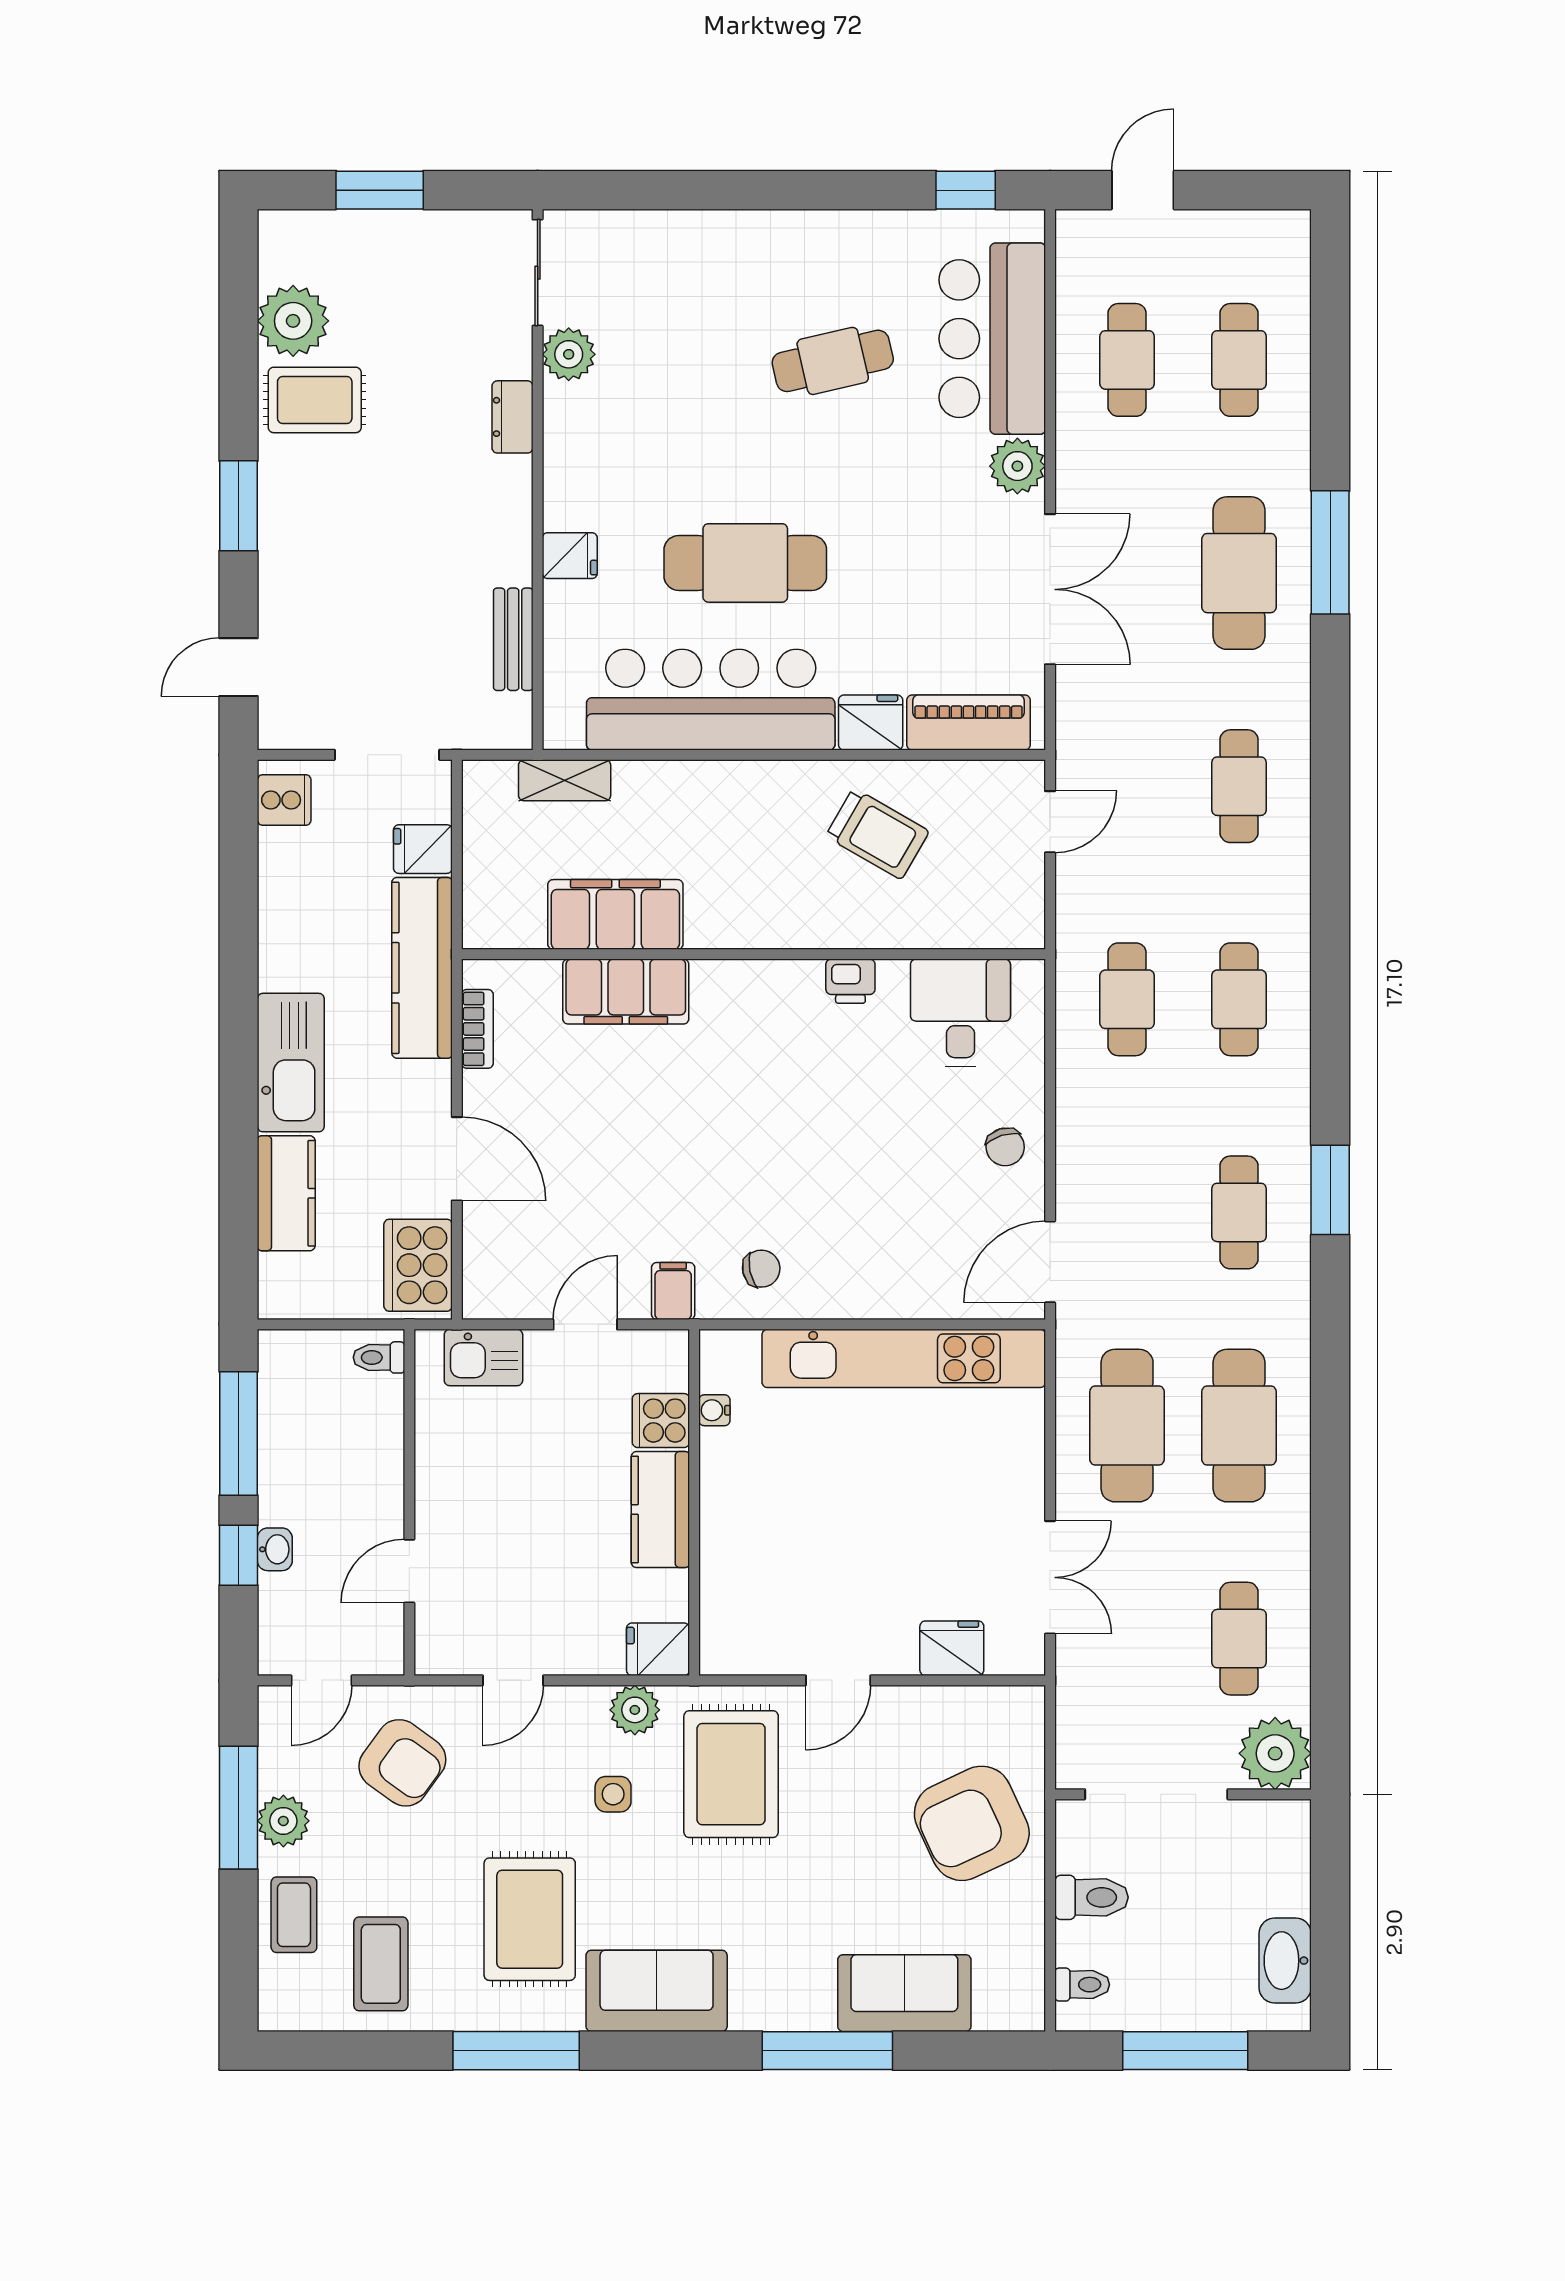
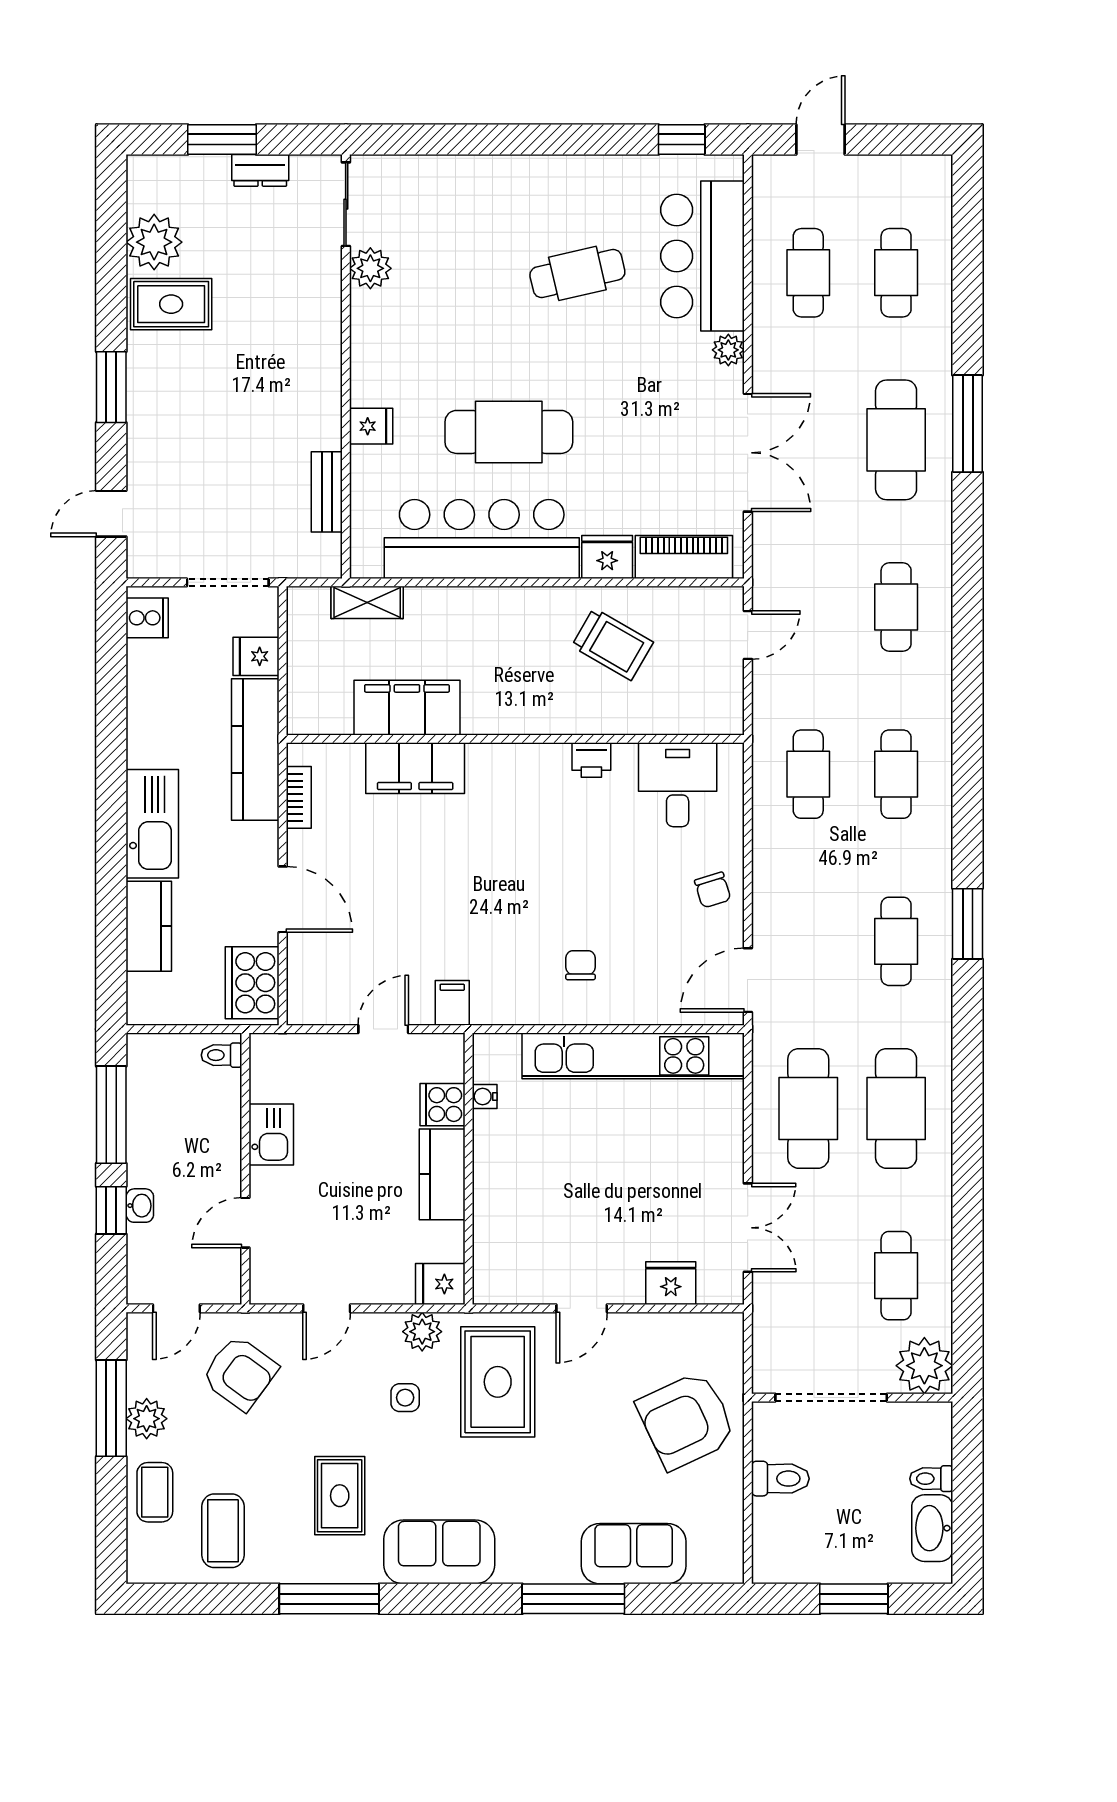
dresser: (512, 417) -> (260, 170), moved, turned -90
plant: (1017, 466) -> (728, 350), width x0.73, depth x0.73
chair: (761, 1269) -> (581, 965), moved, turned -78
kitchen sink: (483, 1357) -> (271, 1135), moved, turned -90
rug: (530, 1919) -> (340, 1496), width x0.73, depth x0.70
toilet: (1082, 1985) -> (931, 1479), moved, turned 180
window: (1185, 2051) -> (854, 1599), width x0.69

